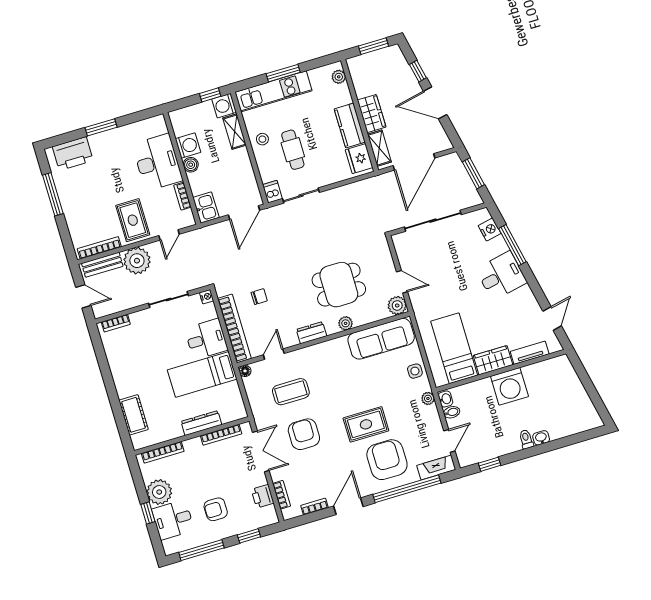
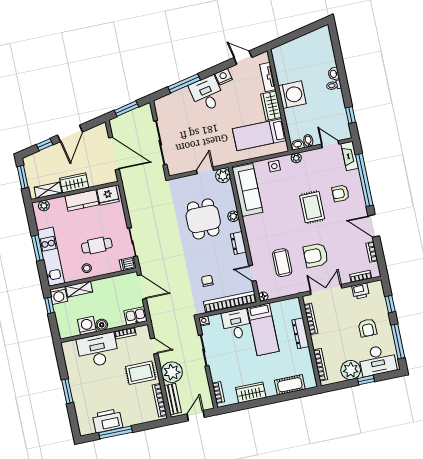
shelving: (379, 148) -> (48, 190), moved
printer: (73, 154) -> (107, 421), moved, turned -90
nightstand: (490, 229) -> (224, 77), moved
wardrobe: (119, 365) -> (251, 393), added
armchair: (387, 460) -> (341, 193), width x0.53, depth x0.53
desk: (173, 520) -> (377, 360), width x1.37

